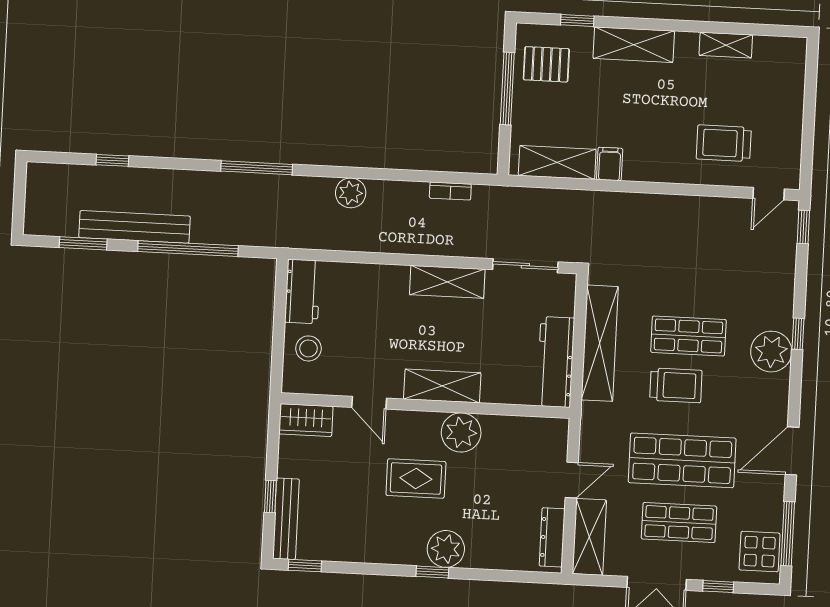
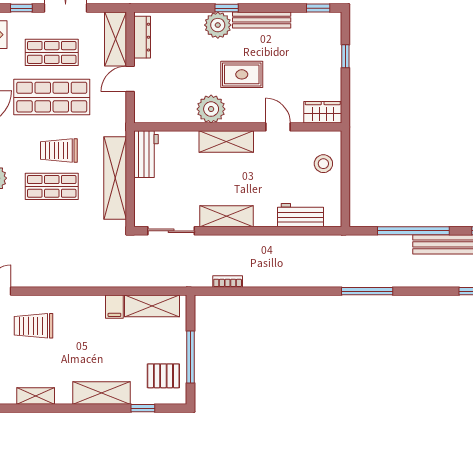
trolley: (724, 143) -> (34, 326), turned 180
plant: (351, 193) -> (299, 277), removed
workbench: (302, 291) -> (300, 215), moved, turned 90
workbench: (556, 362) -> (146, 154), width x0.73
bench: (286, 519) -> (262, 20), moved, turned 90

